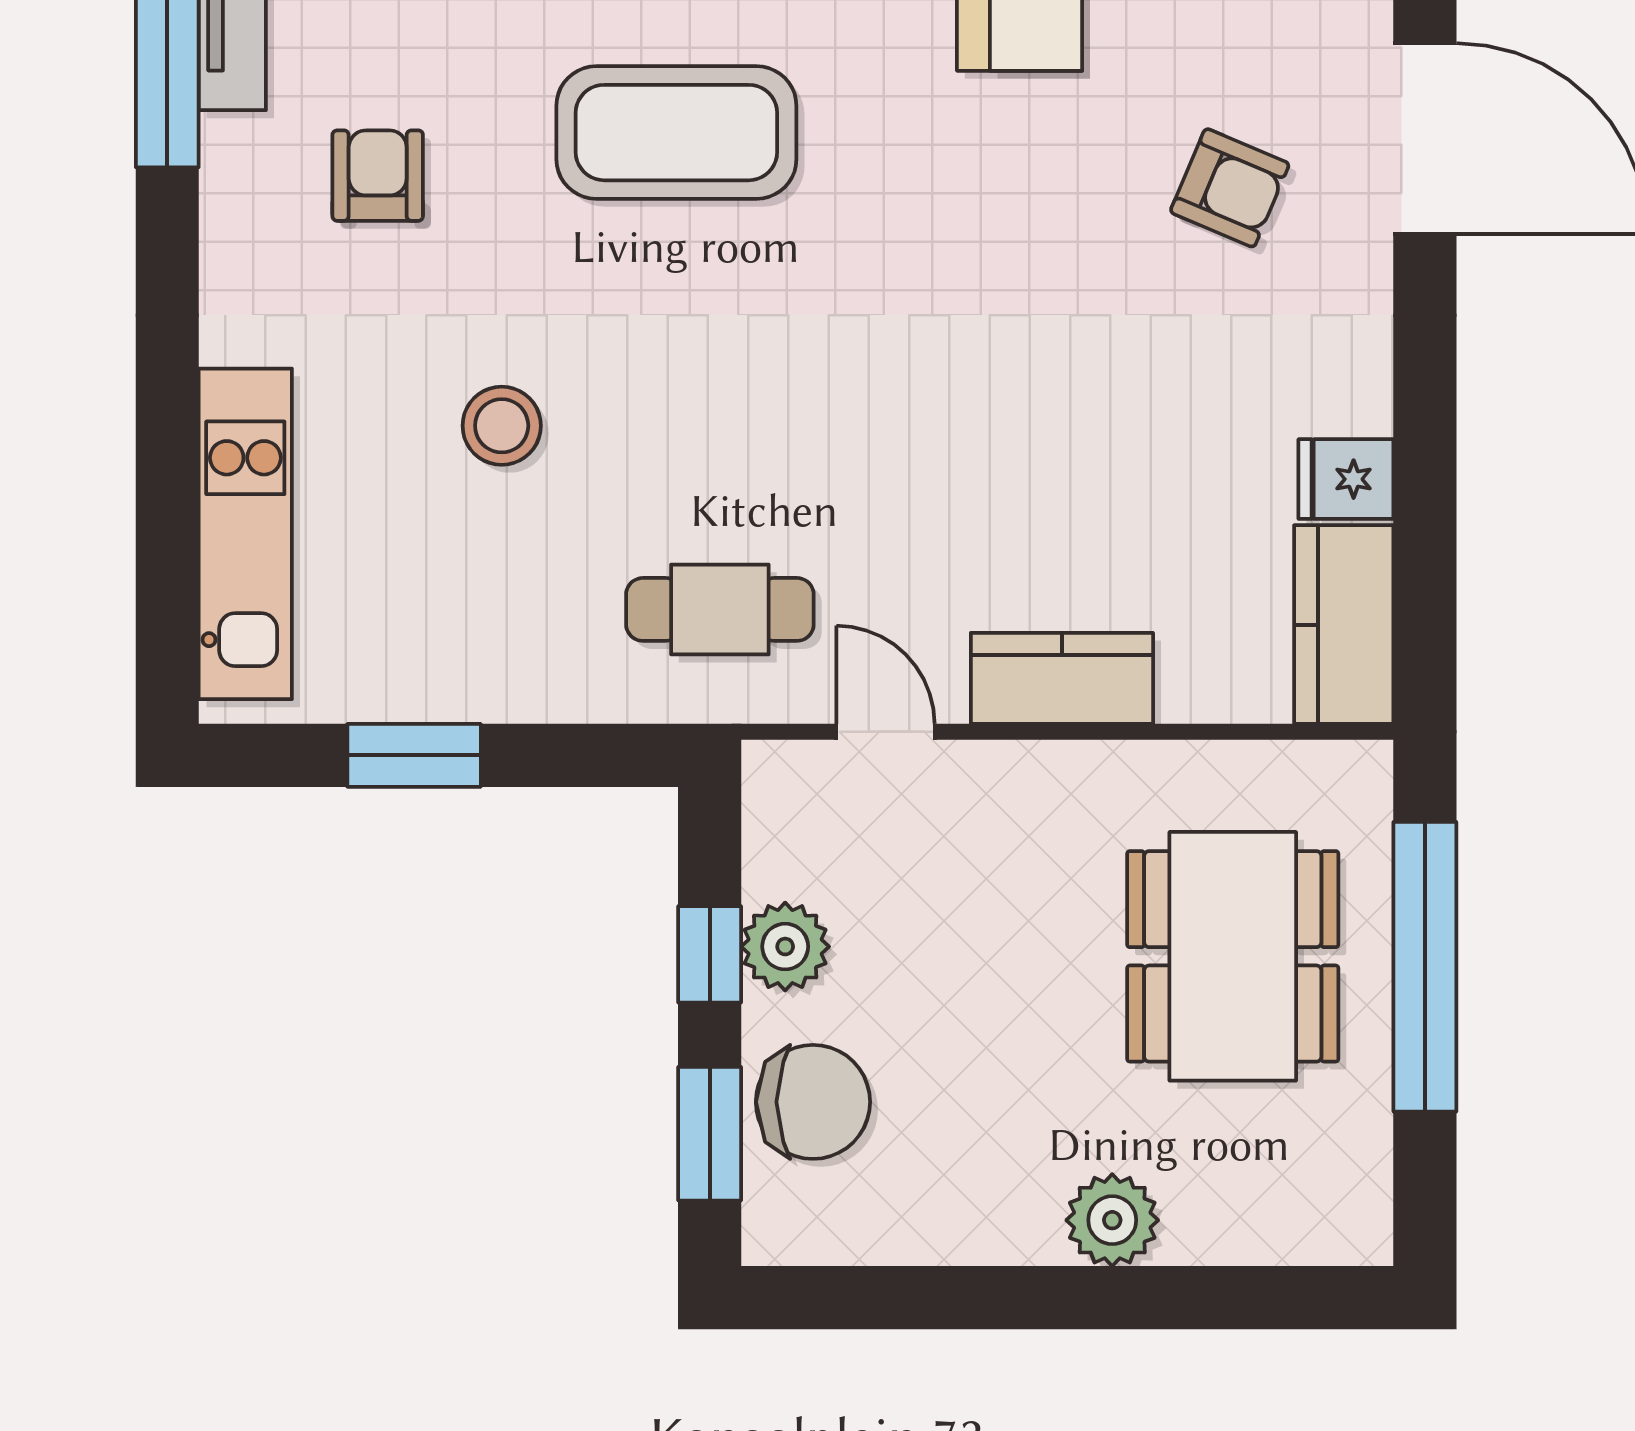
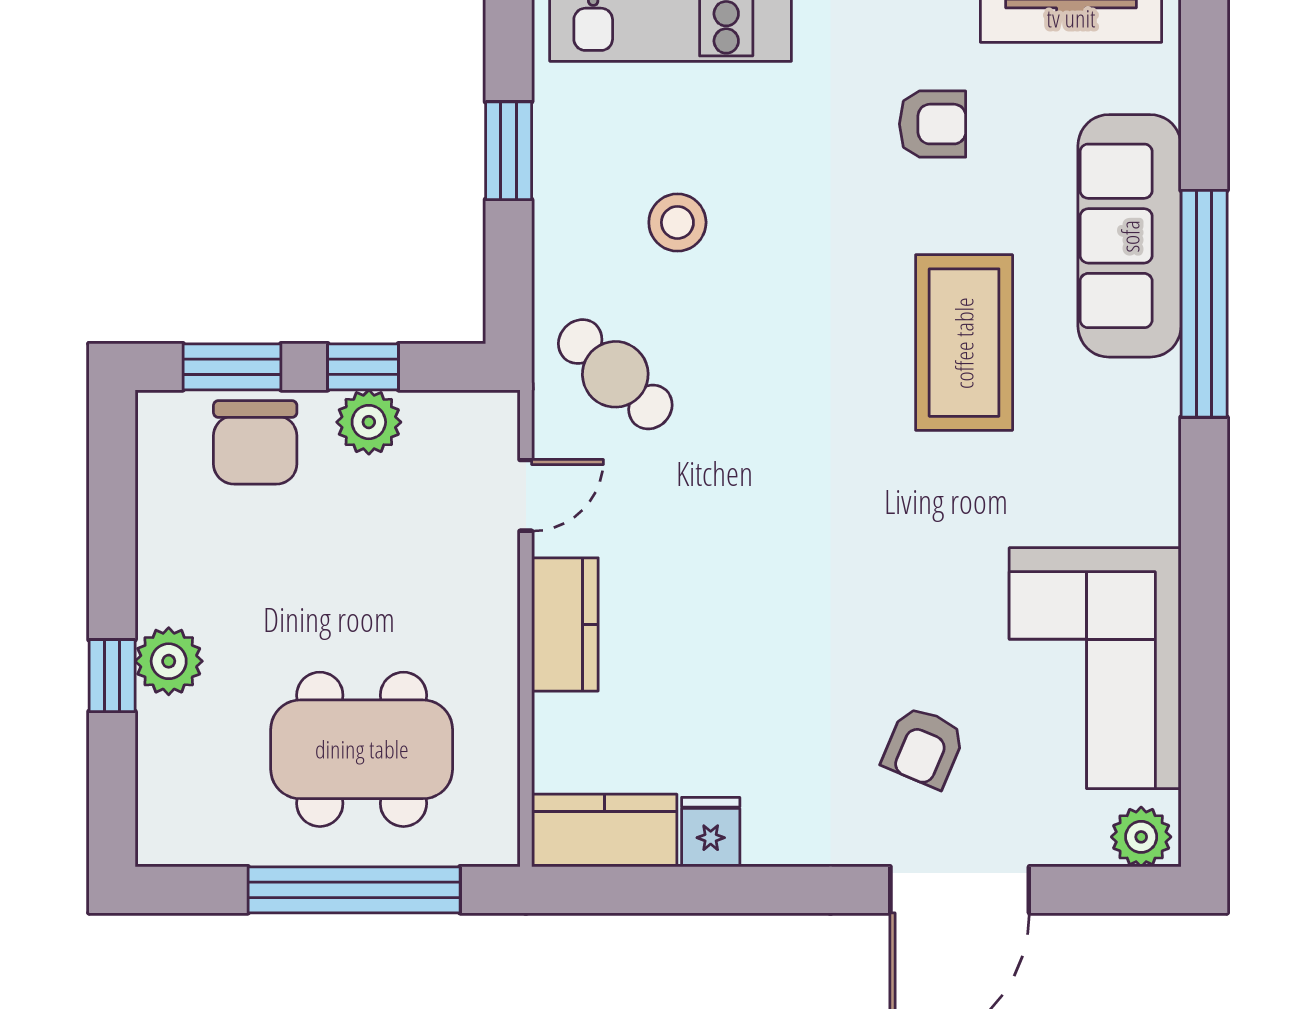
stool: (502, 426) -> (677, 222), moved
cafe table: (720, 609) -> (615, 374), turned -47
window: (1132, 1298) -> (112, 676), added

